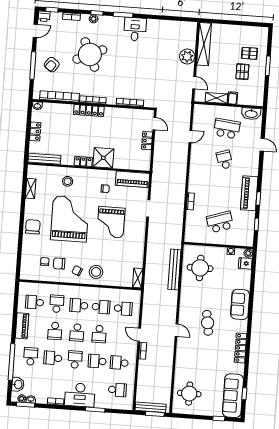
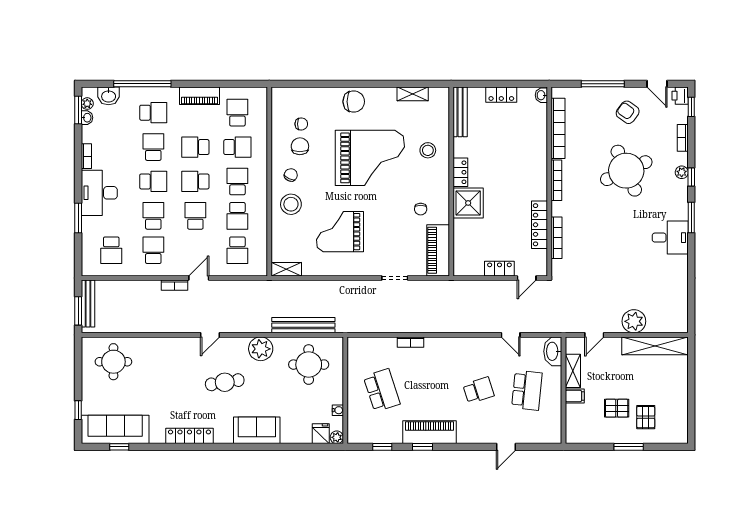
armchair: (52, 65) -> (628, 112), moved
locker: (89, 111) -> (539, 225), moved
washbasin: (251, 114) -> (553, 351), moved
grand piano: (111, 222) -> (340, 232), moved
plant: (188, 298) -> (261, 349), added
school desk: (99, 334) -> (195, 216), turned 90

